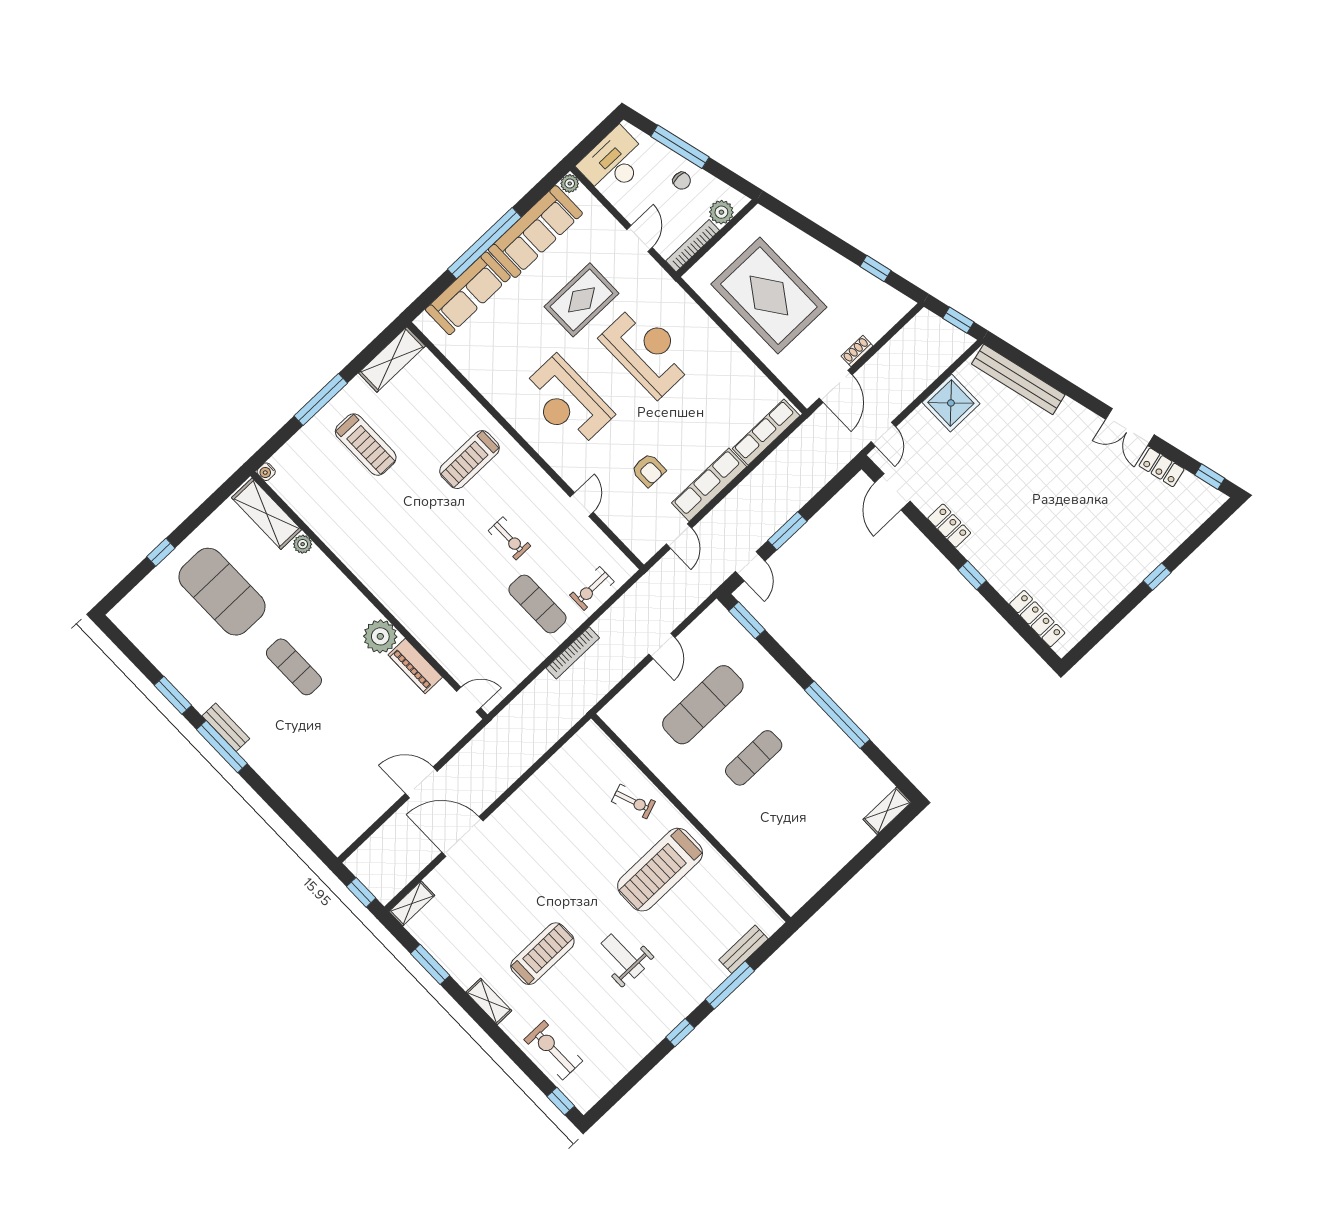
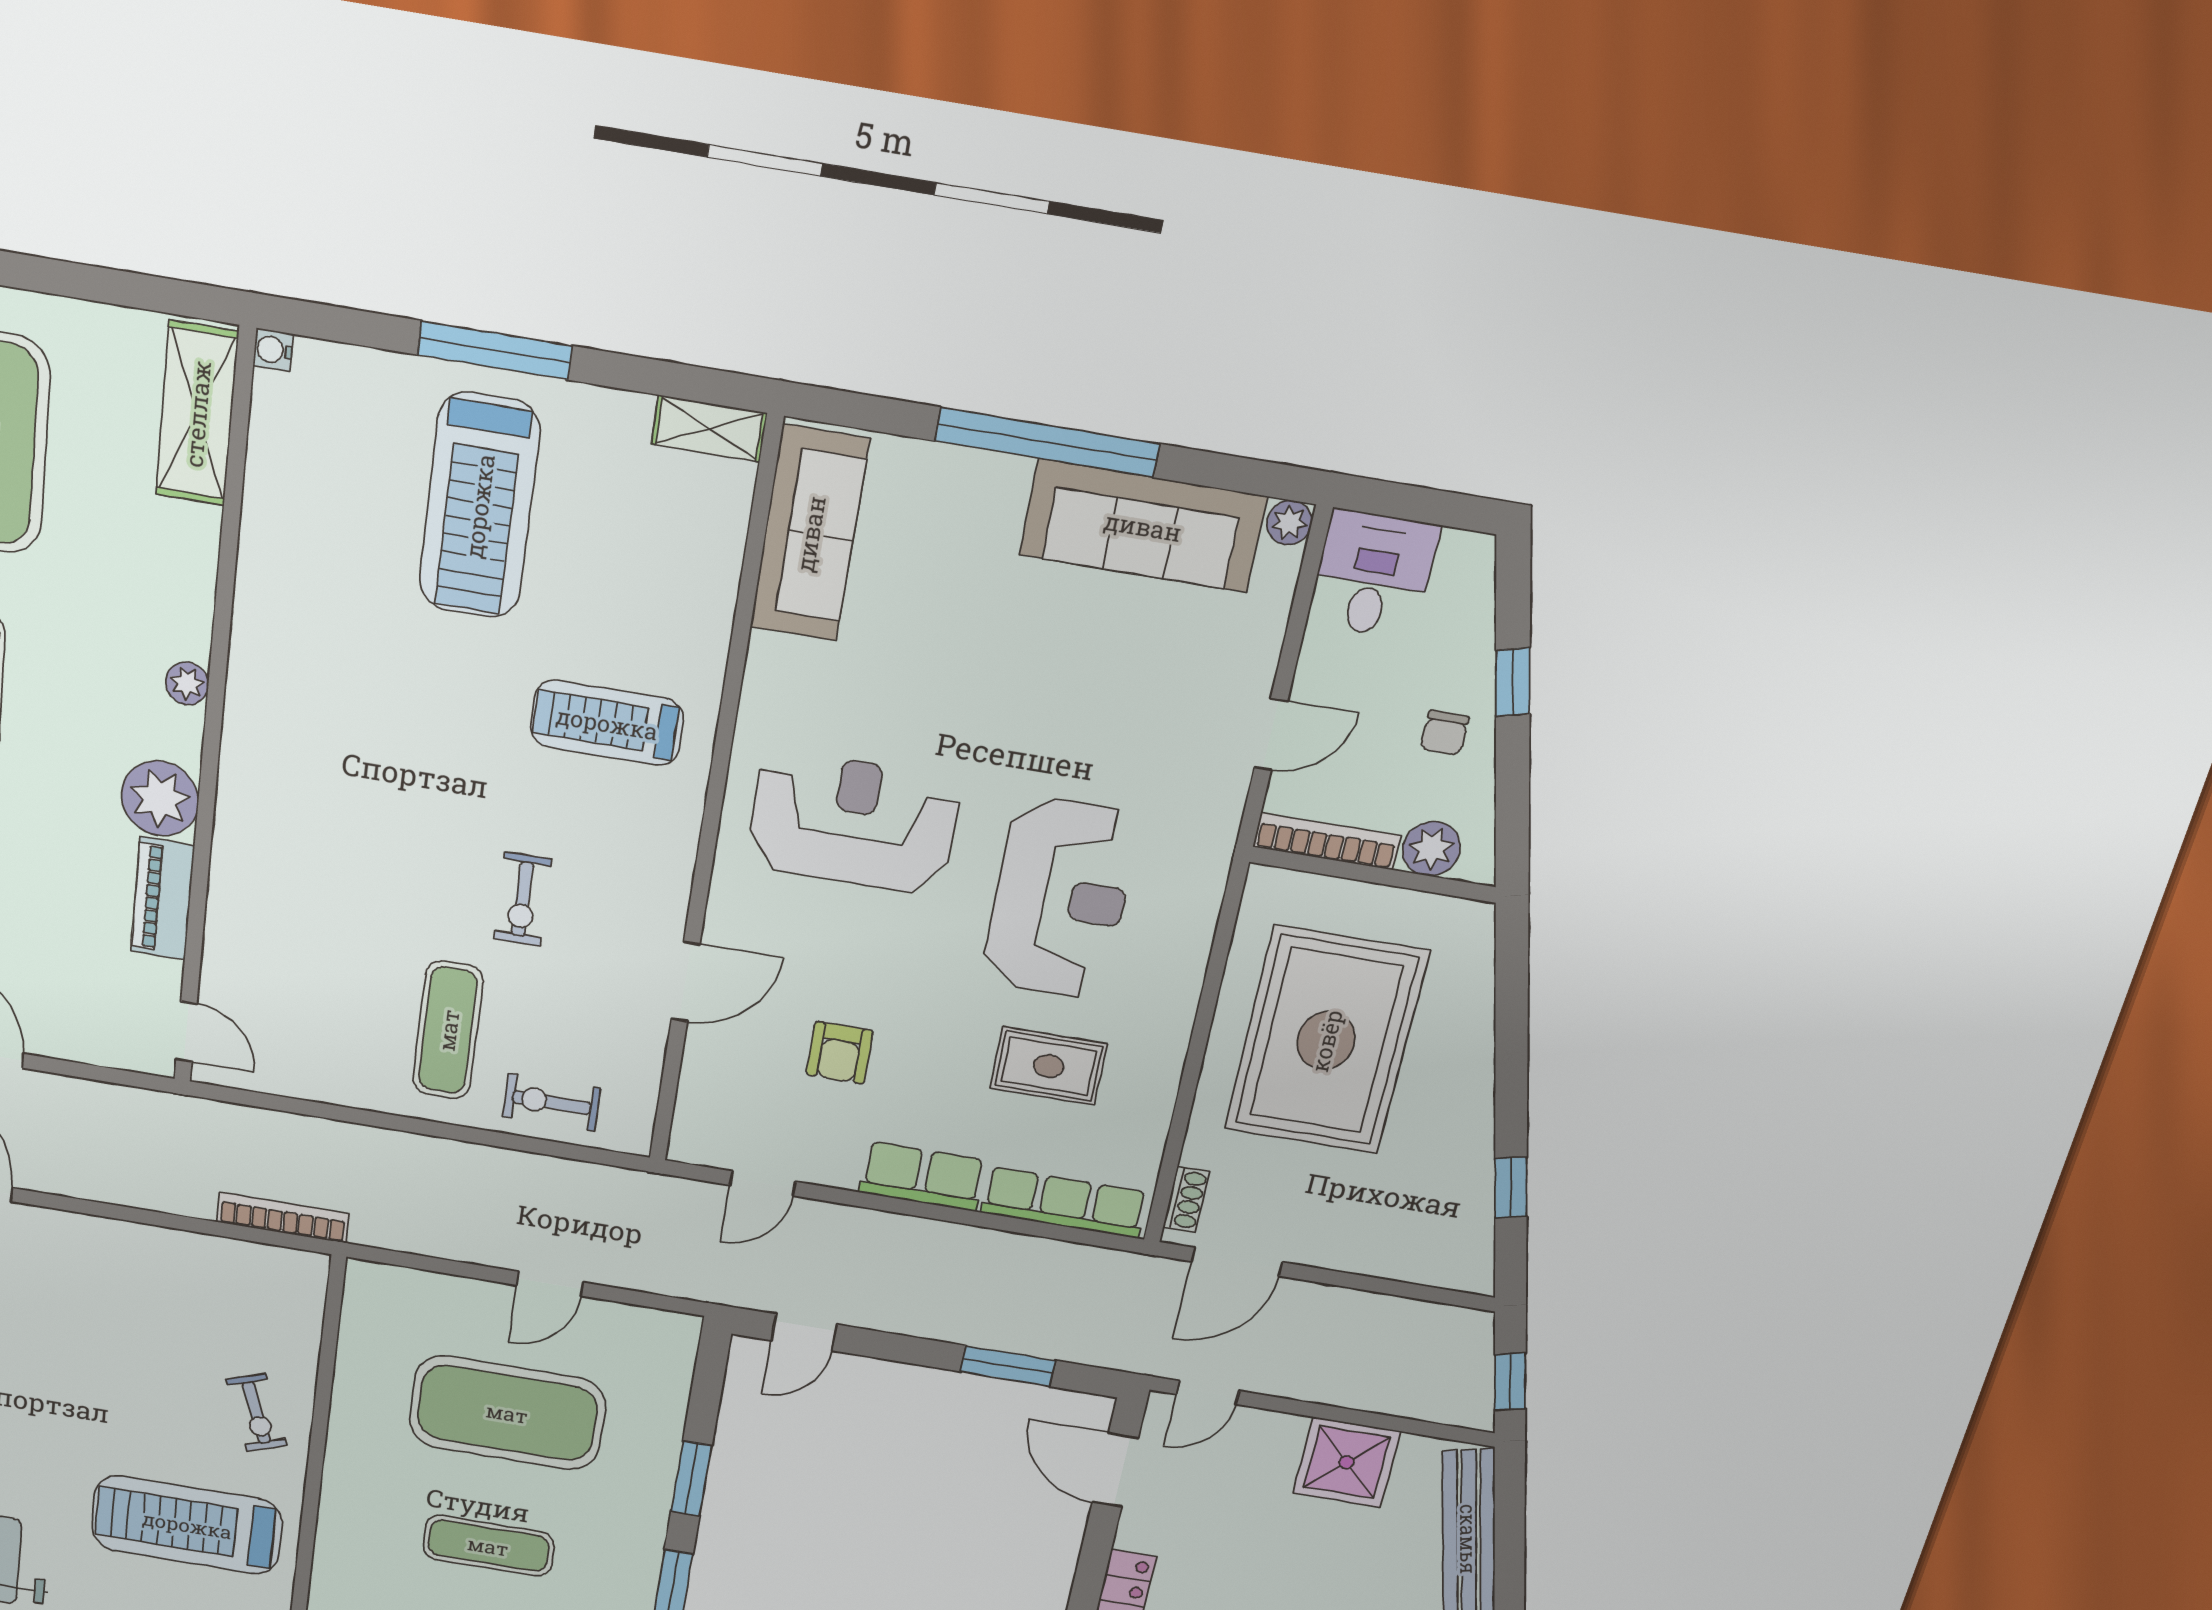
window: (680, 147) -> (1513, 682), width x0.46
desk: (614, 162) -> (1373, 574), width x0.73
sofa: (468, 293) -> (810, 534), moved, turned -90
rug: (581, 300) -> (1049, 1066), moved, width x0.73, depth x0.70
shoe rack: (857, 351) -> (1186, 1199), moved, turned 90
shelving: (392, 359) -> (709, 429), width x0.67, depth x0.75
reception desk: (567, 402) -> (853, 822), turned 90
treadmill: (366, 445) -> (479, 506), width x1.37, depth x1.38
row of seats: (709, 485) -> (922, 1176), width x0.68
door: (892, 492) -> (1115, 1470), hinge flipped
door: (582, 505) -> (685, 982), width x1.38
window: (787, 531) -> (1008, 1366), moved
plant: (303, 544) -> (187, 683), moved
window: (747, 620) -> (691, 1479), moved
bookcase: (573, 653) -> (283, 1218), moved, turned 180
exercise mat: (703, 705) -> (507, 1413), width x1.47

